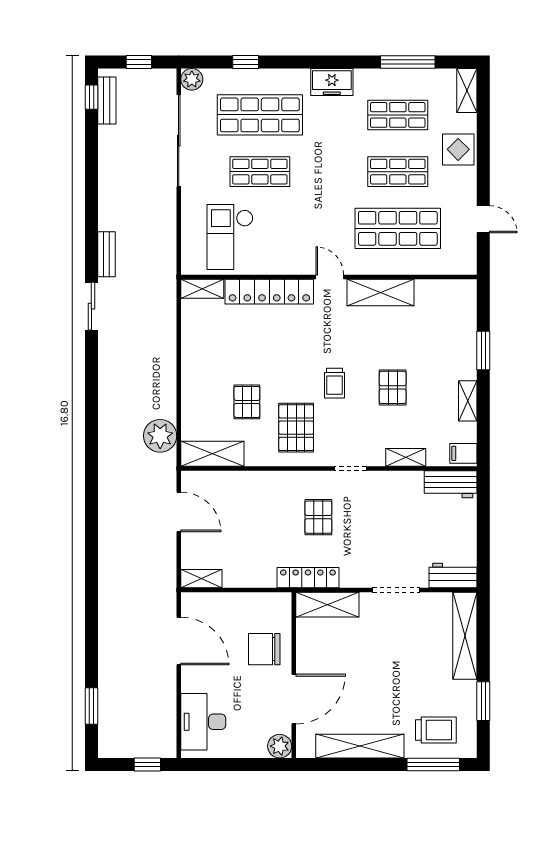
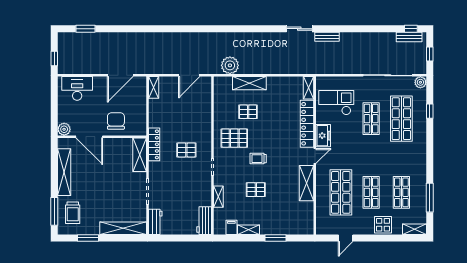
freezer: (332, 82) -> (323, 136), moved, turned 180
filing cabinet: (463, 453) -> (231, 227), moved
shelving: (212, 454) -> (249, 83), moved, turned 90

